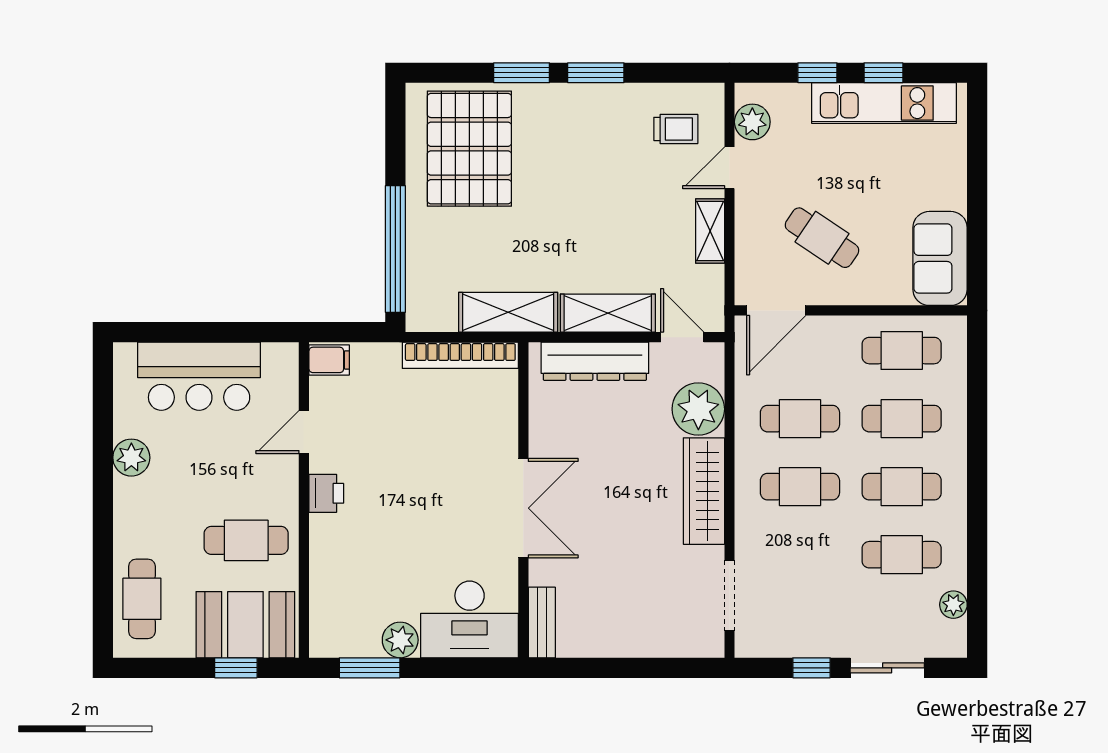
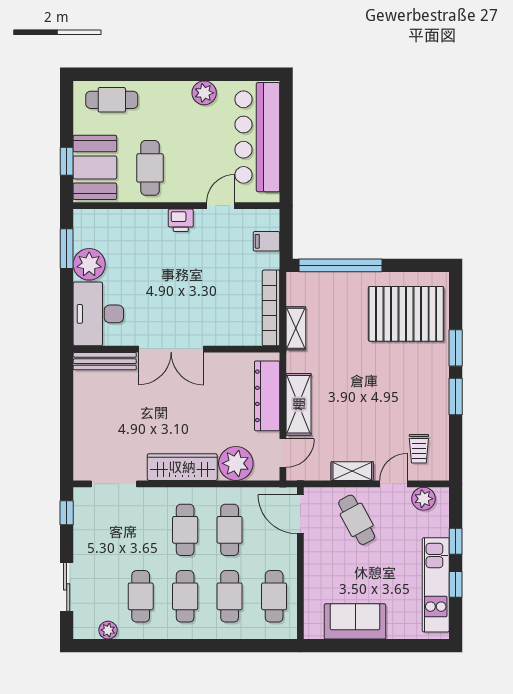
door: (729, 168) -> (394, 484), hinge flipped
cafe table: (822, 238) -> (357, 520), moved, turned -62
sofa: (940, 258) -> (355, 621), moved
shelving: (508, 312) -> (296, 328), width x0.67, depth x0.75
filing cabinet: (329, 360) -> (266, 241), moved, turned 90
bar counter: (199, 376) -> (257, 137), width x1.36
door: (304, 432) -> (221, 206), hinge flipped
bench: (542, 623) -> (105, 361), width x1.36
plant: (400, 640) -> (89, 264), width x1.36, depth x1.36
window: (812, 668) -> (67, 513), moved

